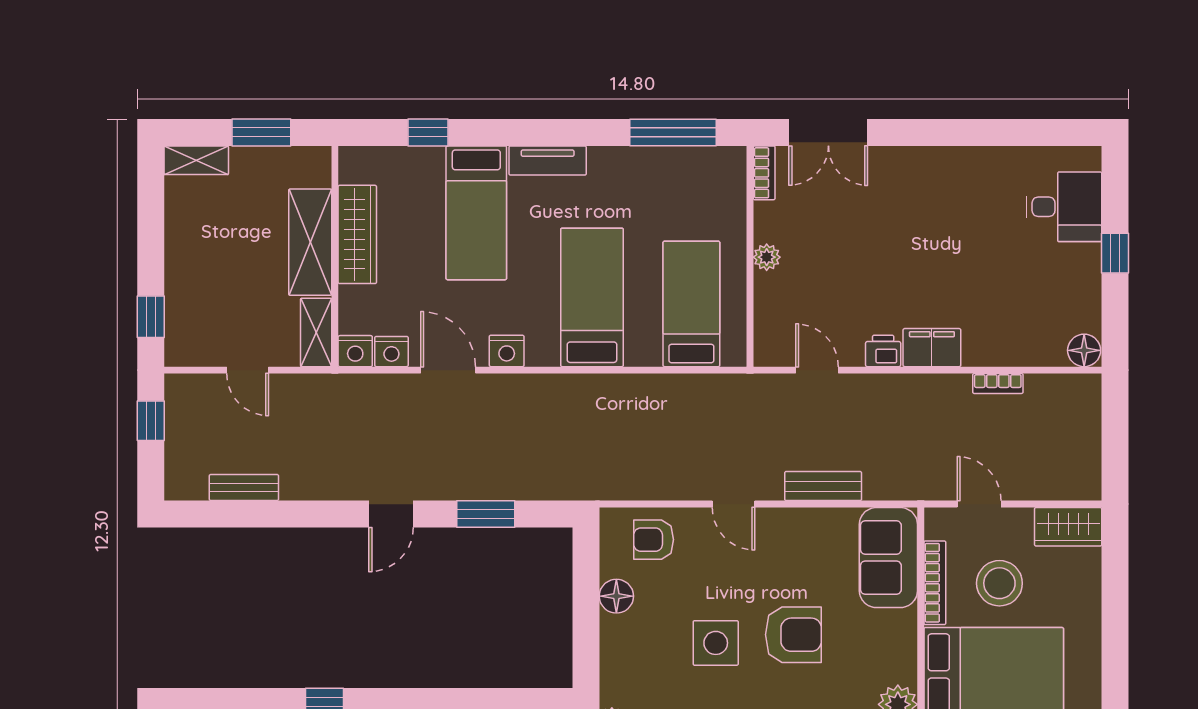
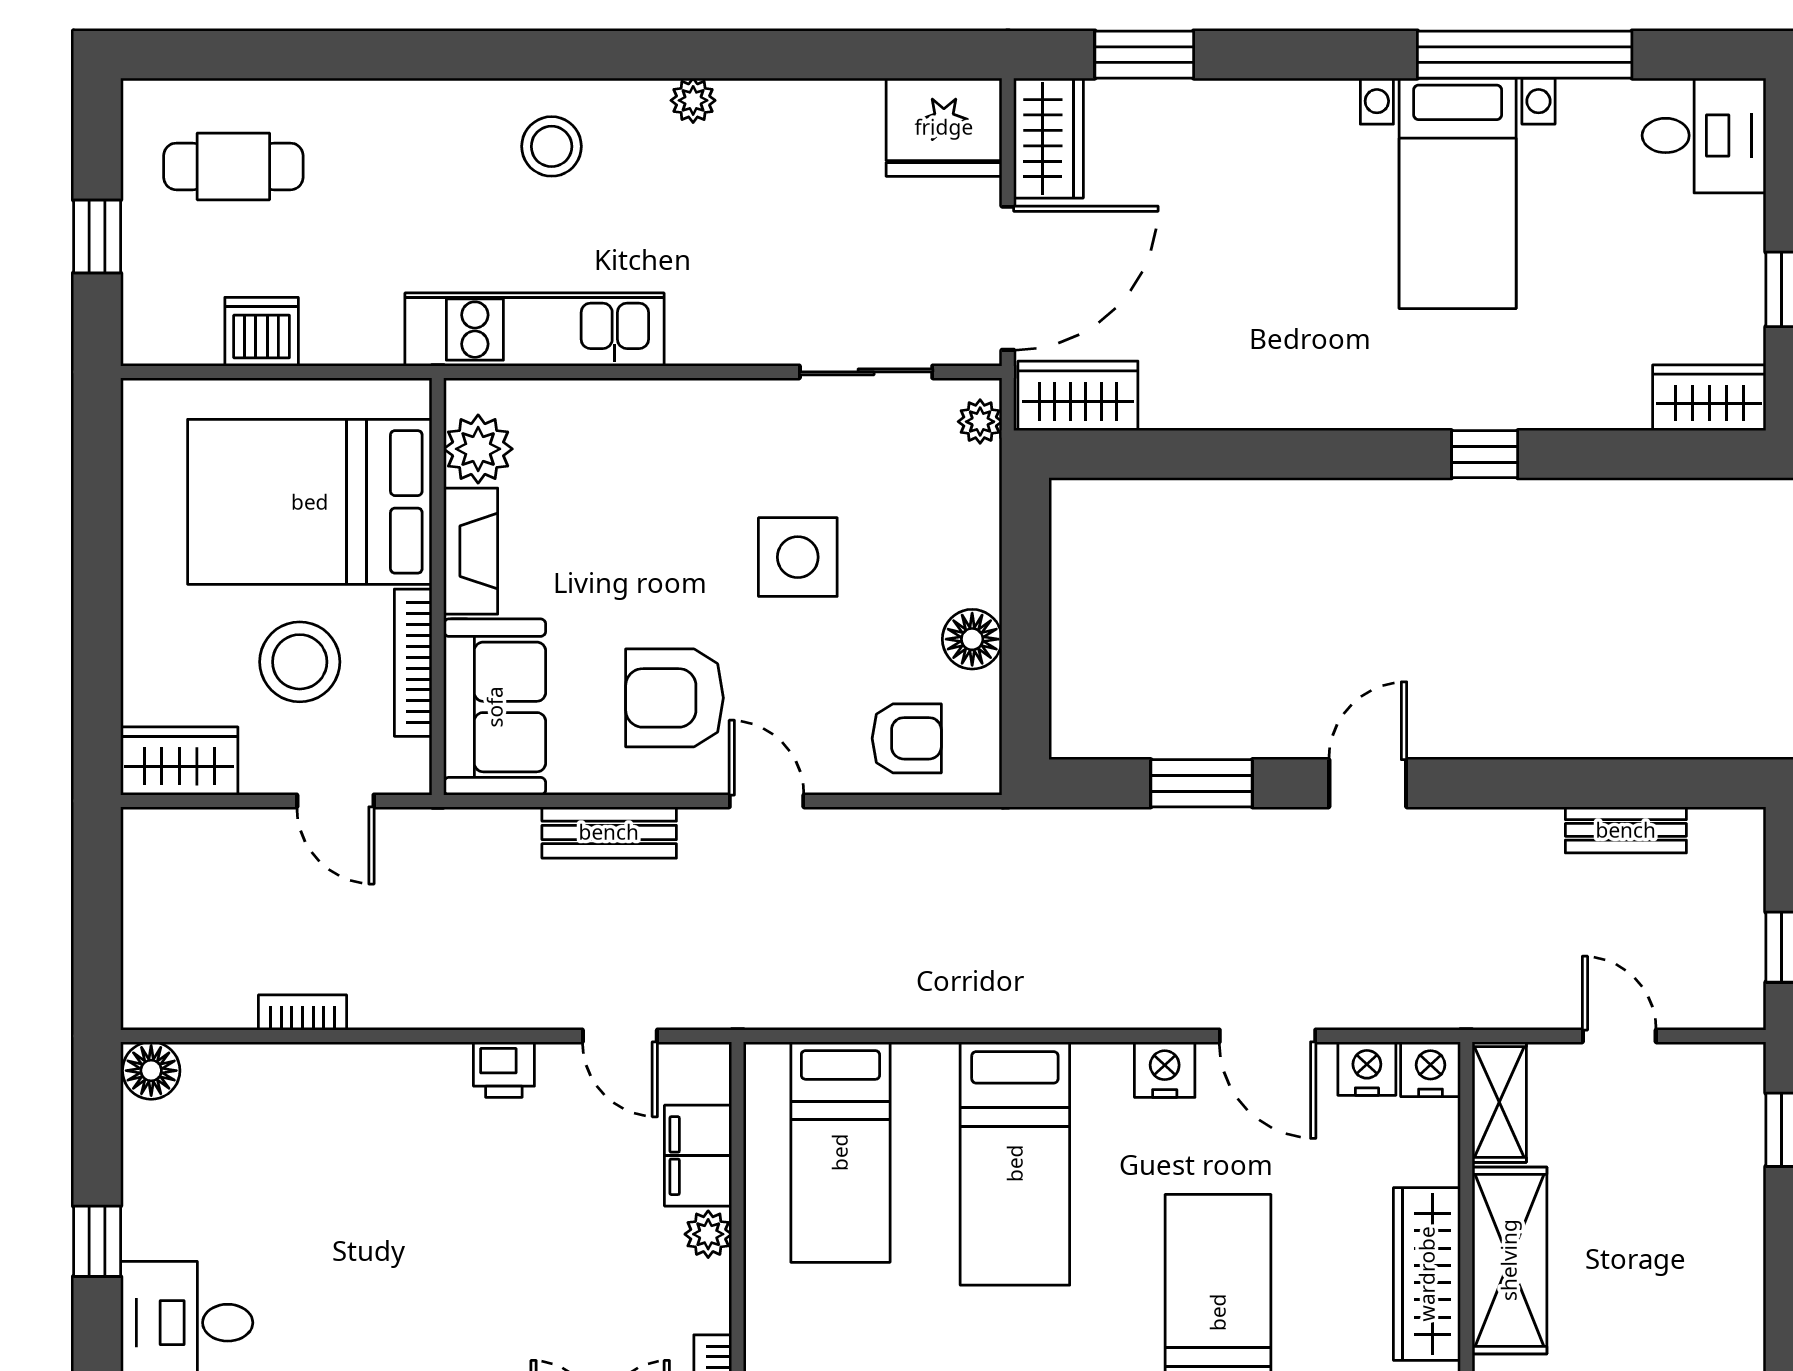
filing cabinet: (932, 348) -> (698, 1156), moved, turned 90
armchair: (793, 635) -> (674, 698), moved
fireplace: (902, 646) -> (471, 551), added

